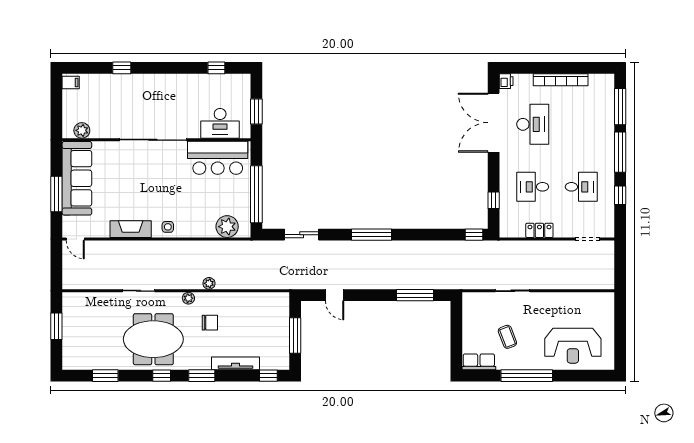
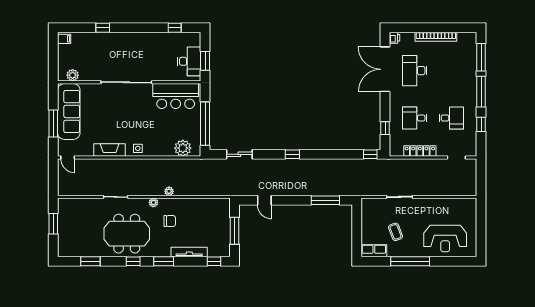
desk: (220, 123) -> (189, 61), moved, turned -90
desk: (533, 124) -> (415, 71), turned 180
locker: (539, 230) -> (420, 151), width x1.53
window: (372, 235) -> (292, 154), width x0.46

